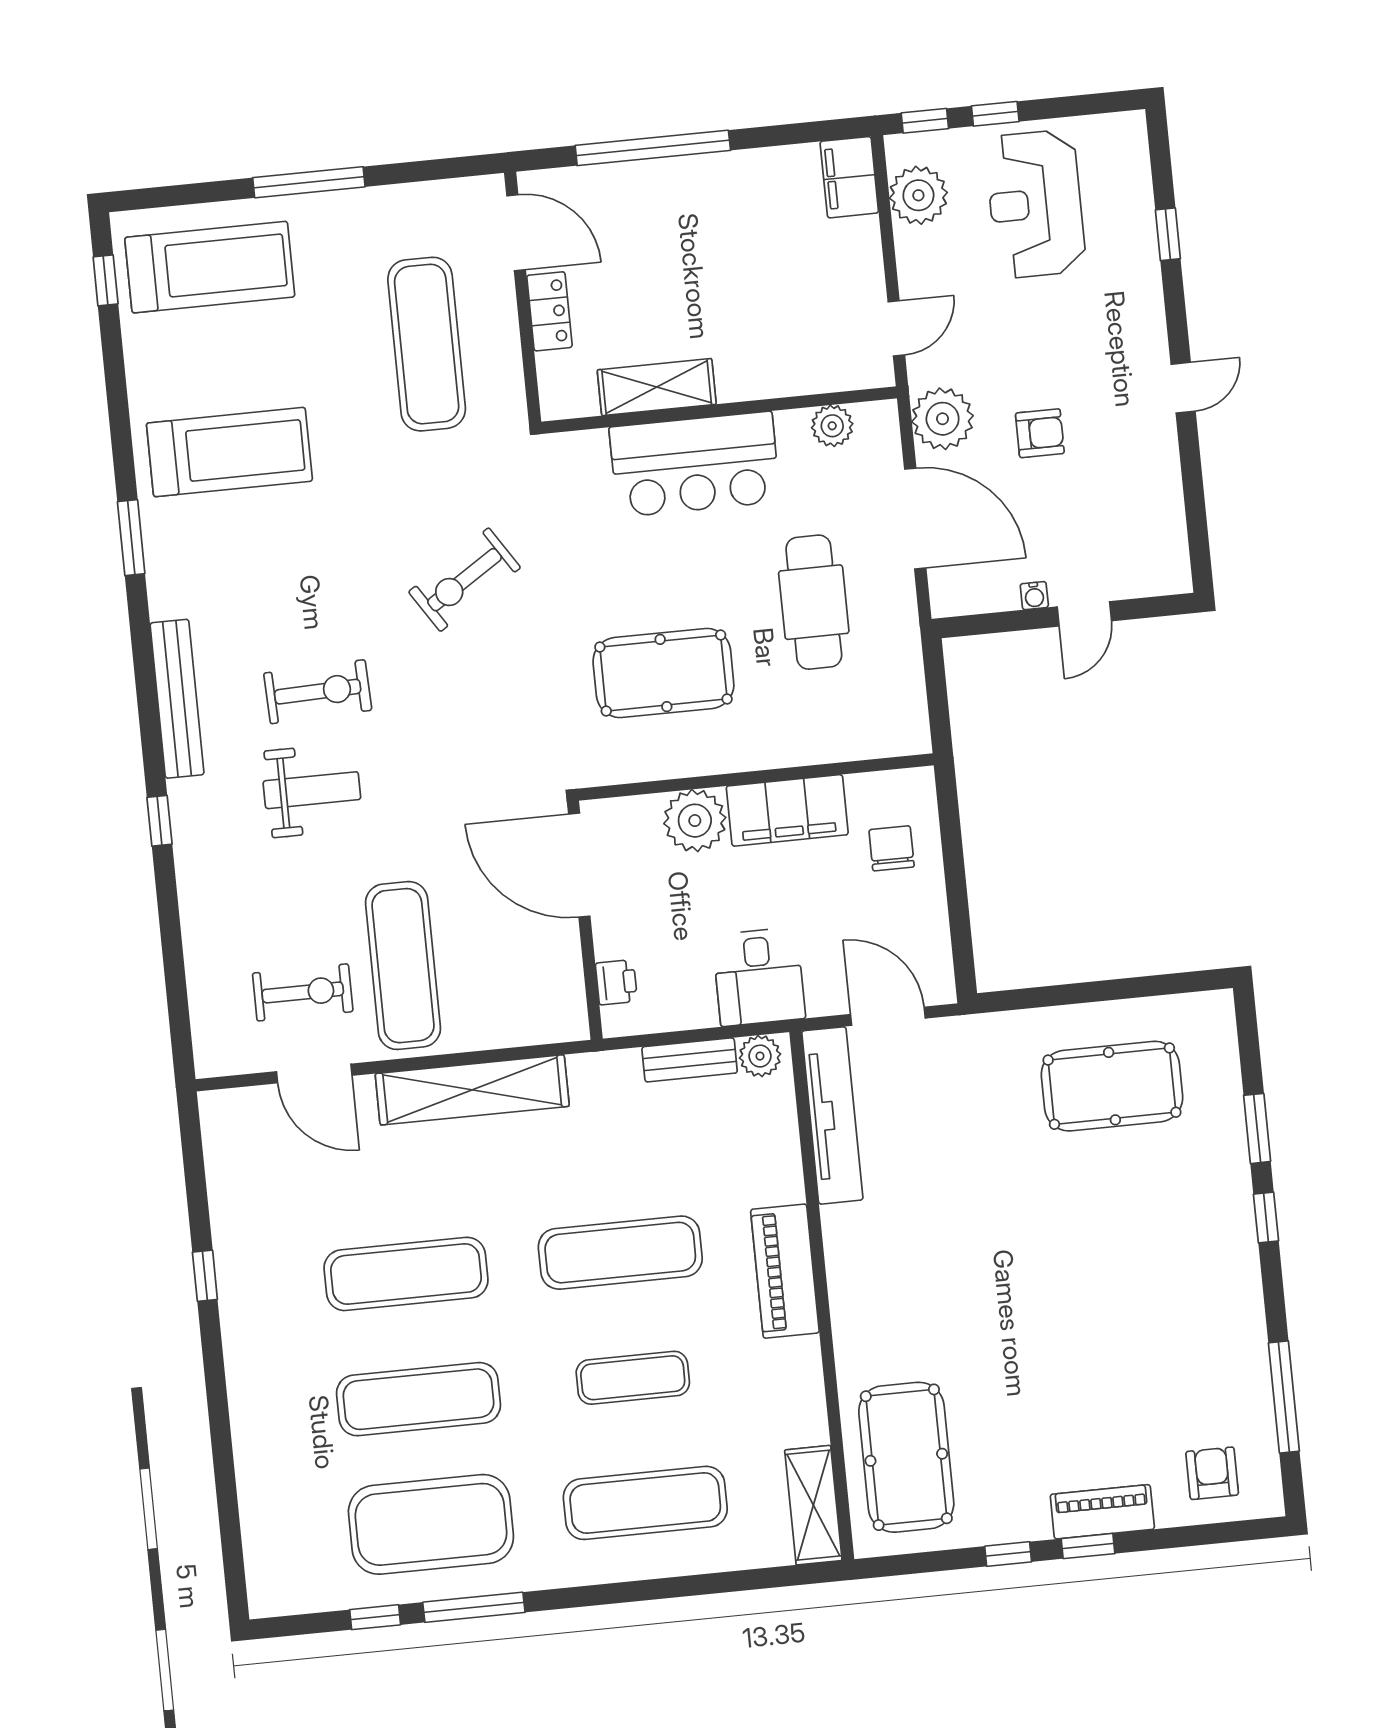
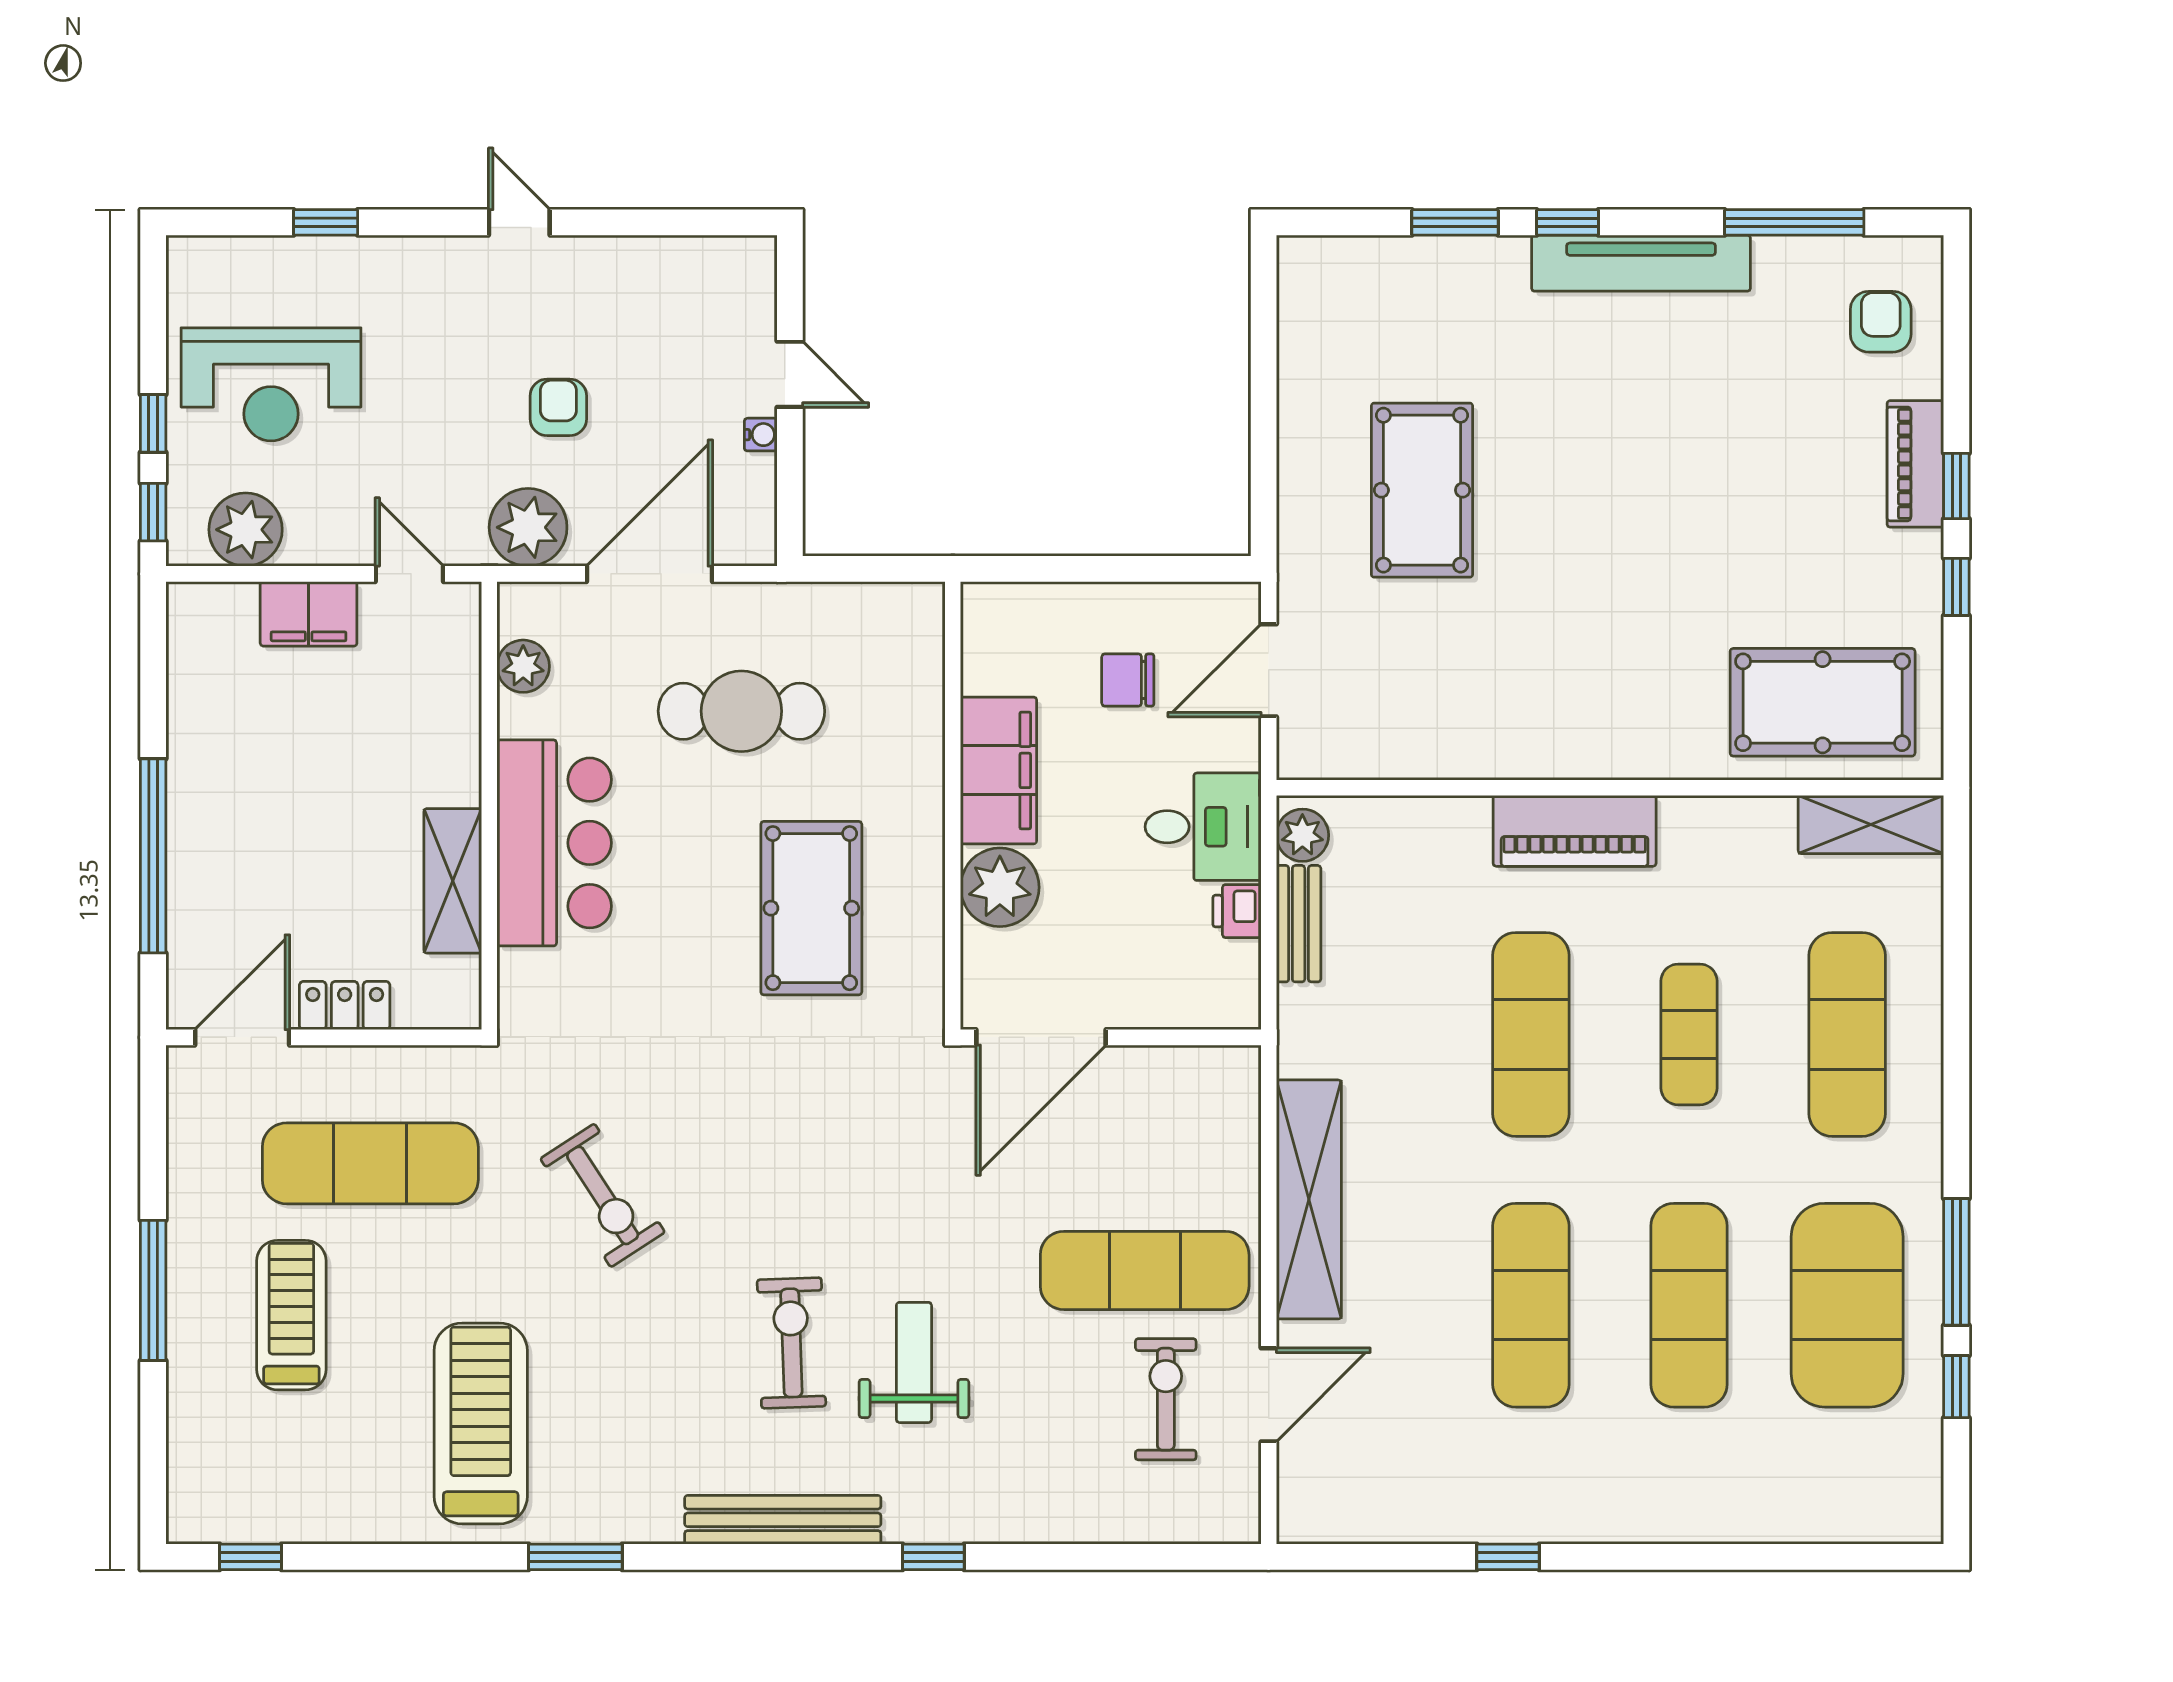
filing cabinet: (849, 177) -> (309, 614), moved
treadmill: (210, 267) -> (291, 1315), moved, width x0.73, depth x0.73
exercise bike: (465, 580) -> (603, 1195), moved
chair: (892, 848) -> (1128, 680), moved
printer: (616, 982) -> (1237, 911), moved, turned -90
pool table: (1112, 1086) -> (1422, 490), moved
tv unit: (832, 1115) -> (1641, 263), moved, turned 180
armchair: (1212, 1473) -> (1881, 322), turned 90

